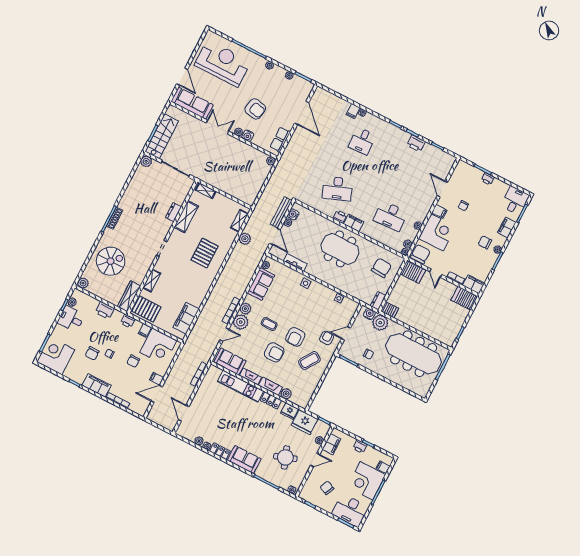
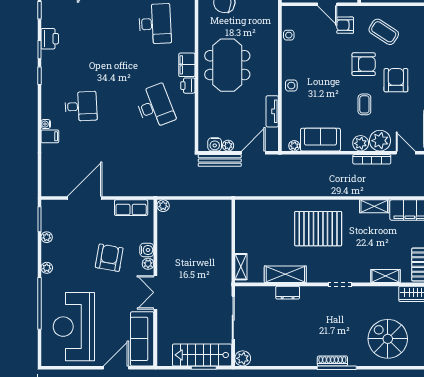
shelving: (239, 221) -> (374, 206), moved
plant: (245, 239) -> (275, 188), removed
pallet: (205, 253) -> (318, 229), width x1.37, depth x1.41

